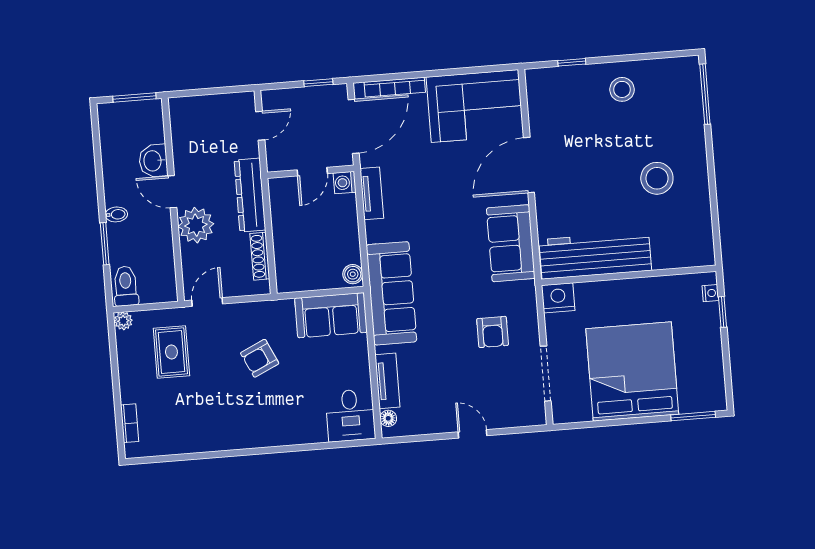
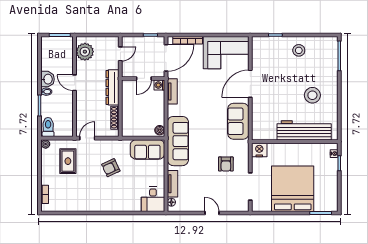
washbasin: (153, 161) -> (48, 79), moved, turned 180
plant: (196, 225) -> (85, 52), moved
workbench: (595, 255) -> (304, 130), moved

